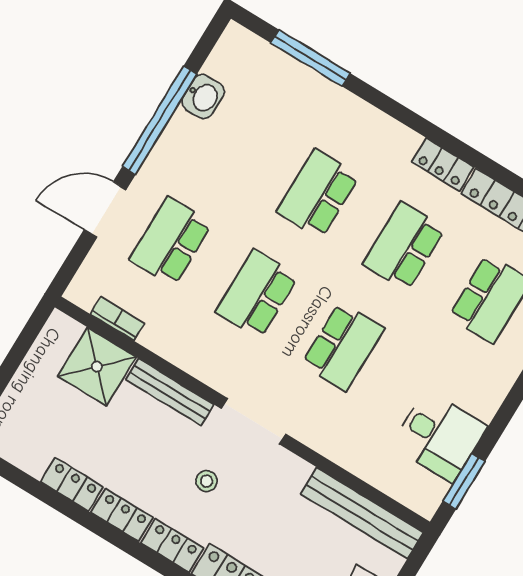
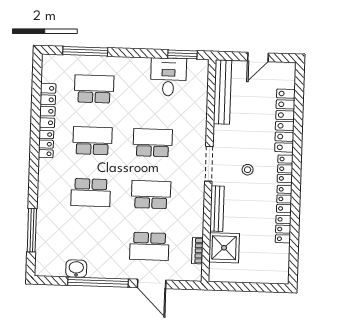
school desk: (404, 246) -> (92, 141), turned 180
school desk: (257, 294) -> (151, 195), turned 180

